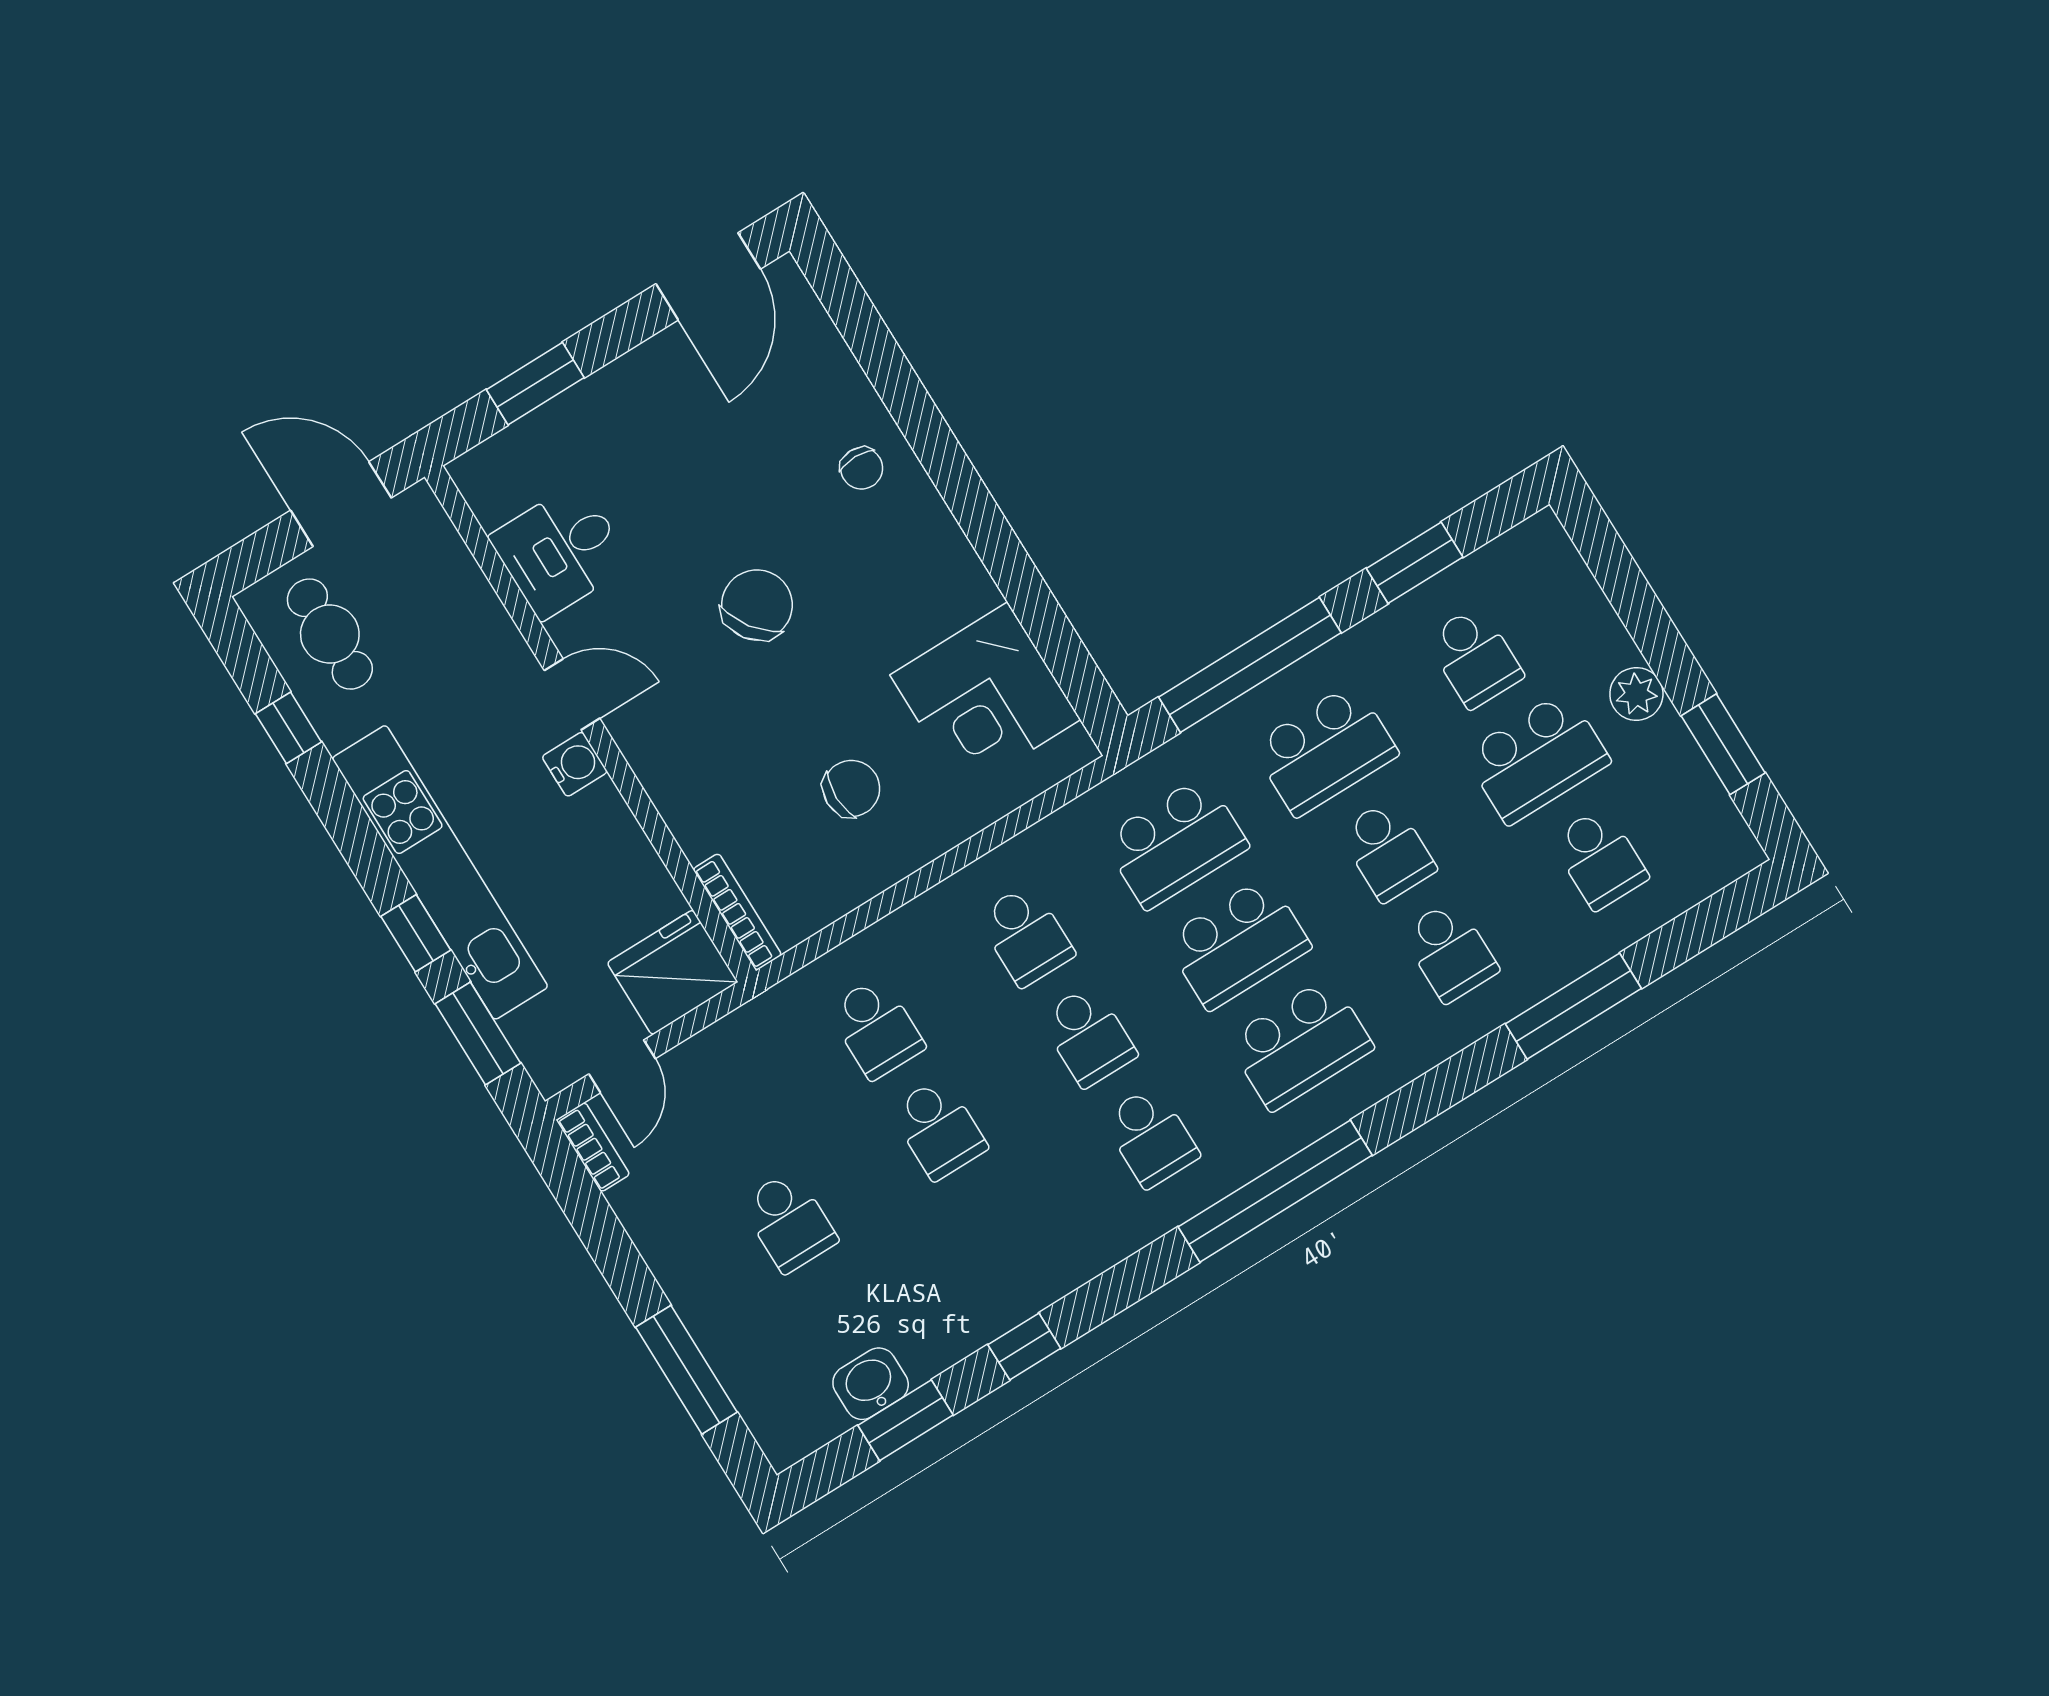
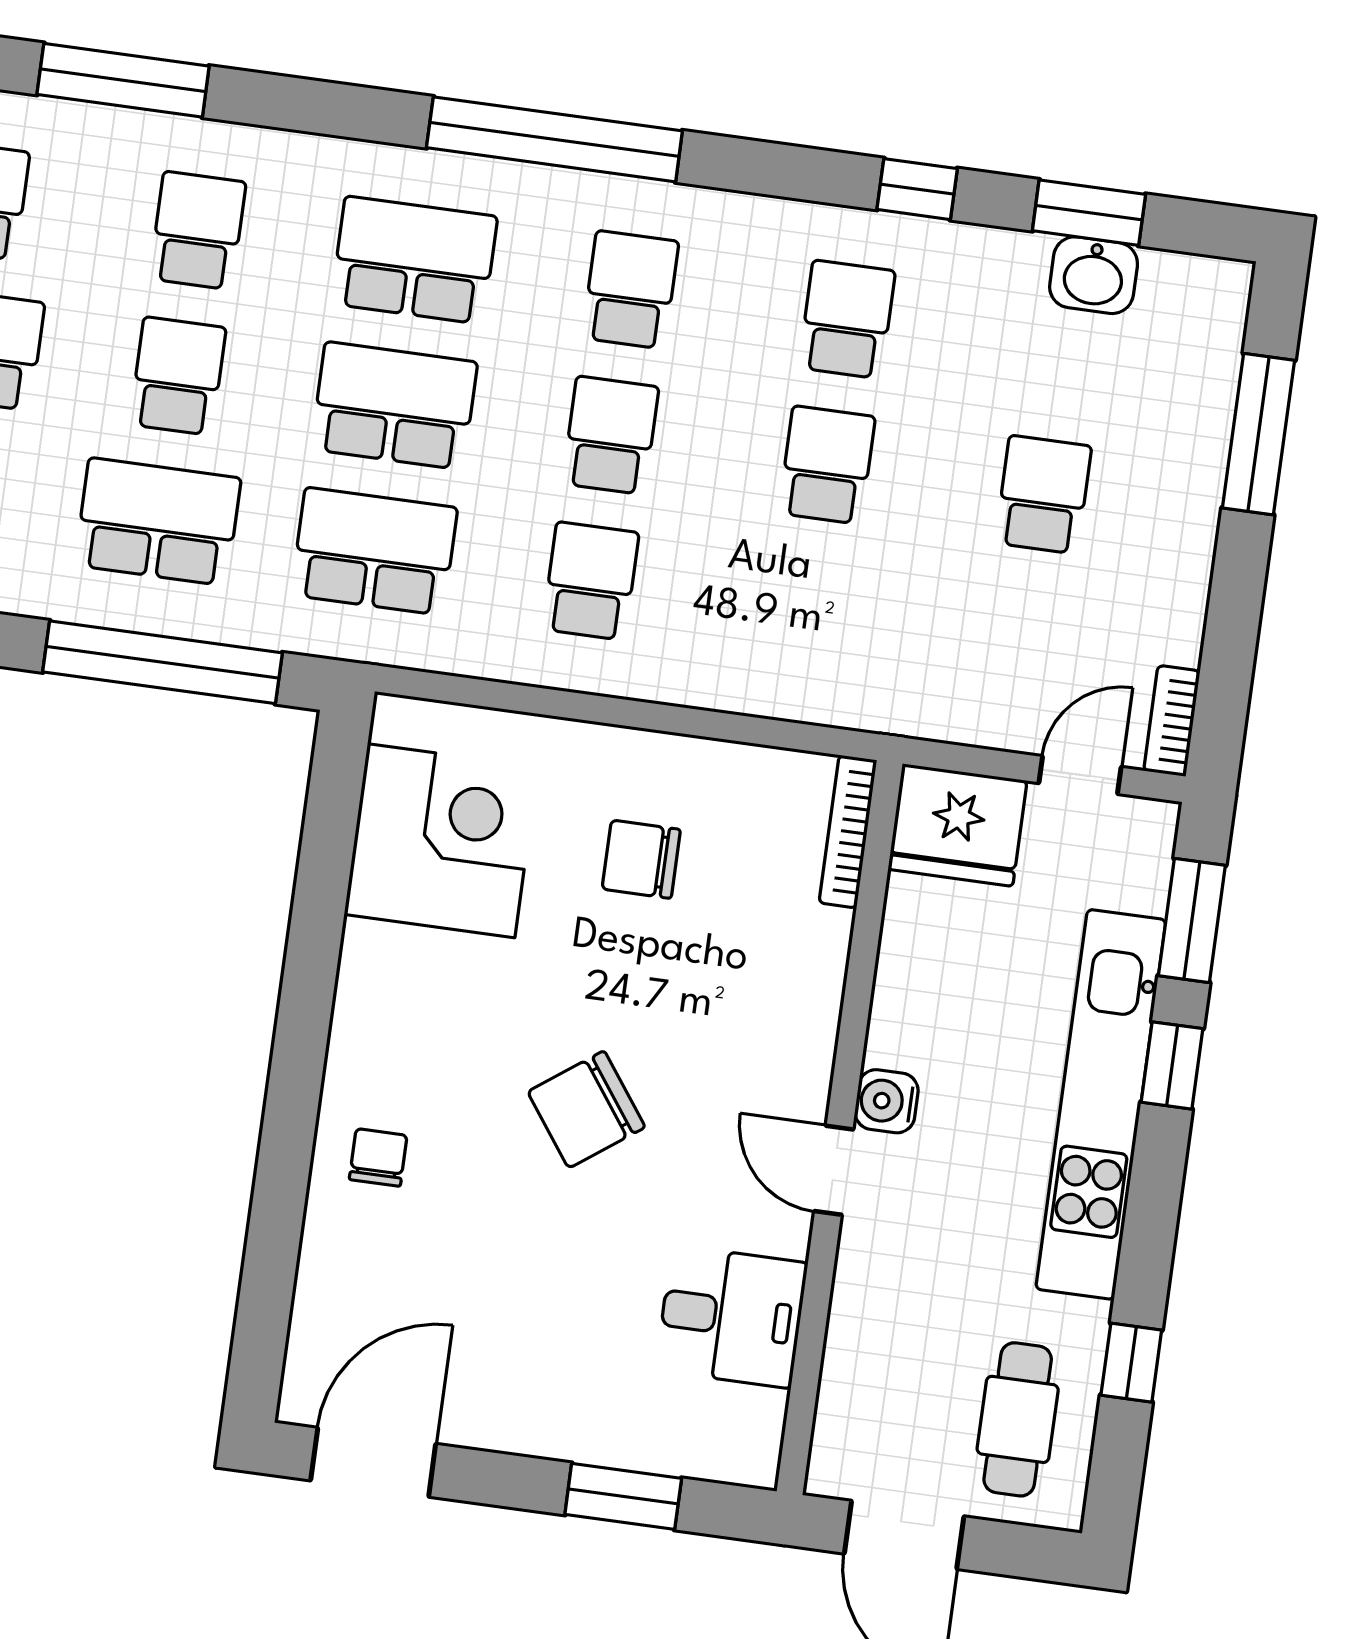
school desk: (876, 1028) -> (847, 319), moved

